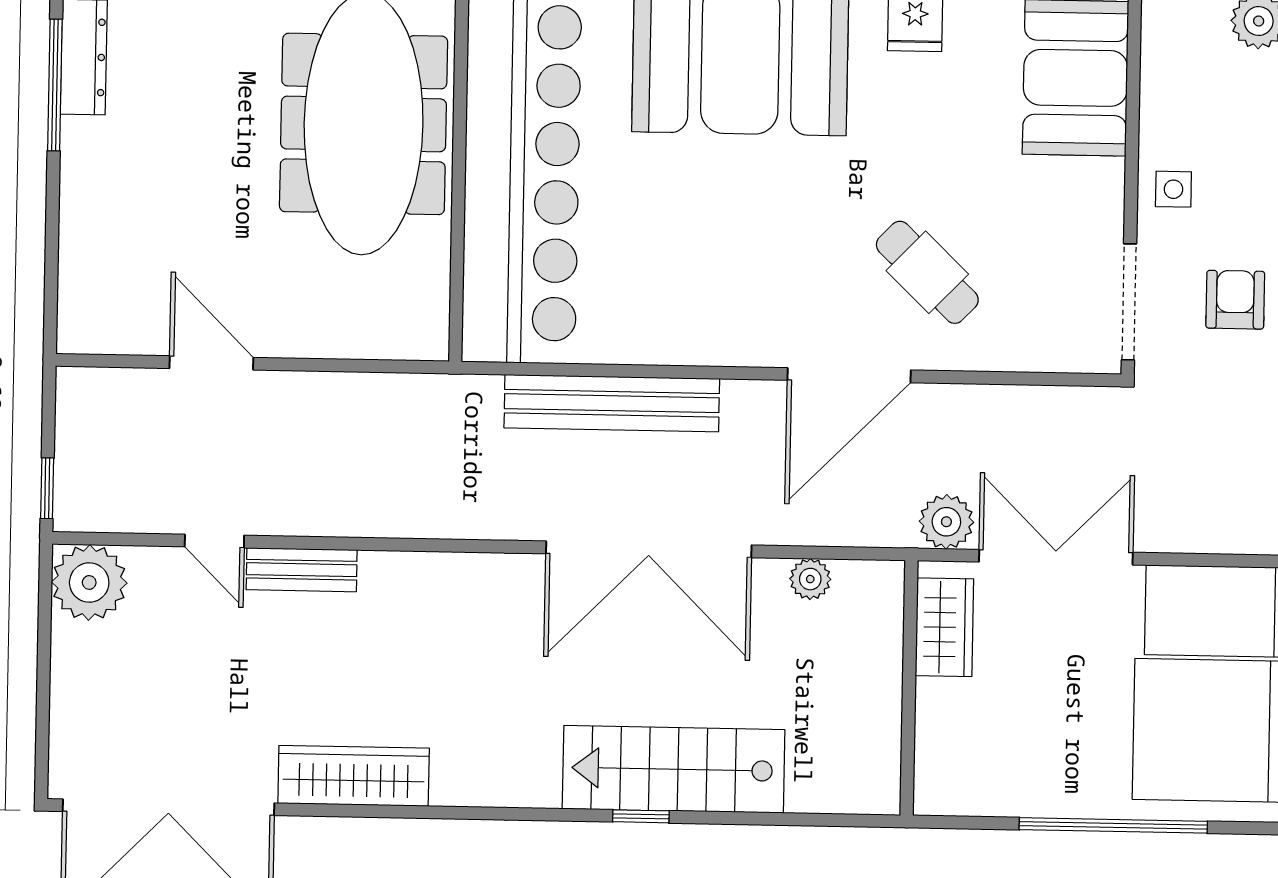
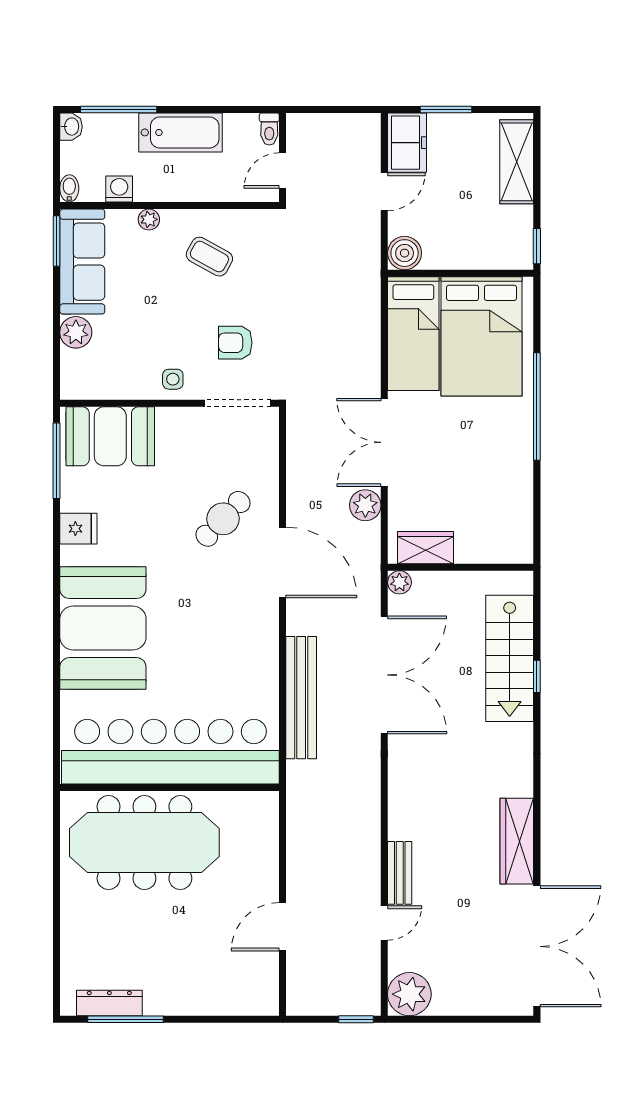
wardrobe: (944, 627) -> (426, 548), moved
wall: (909, 688) -> (461, 567), moved

